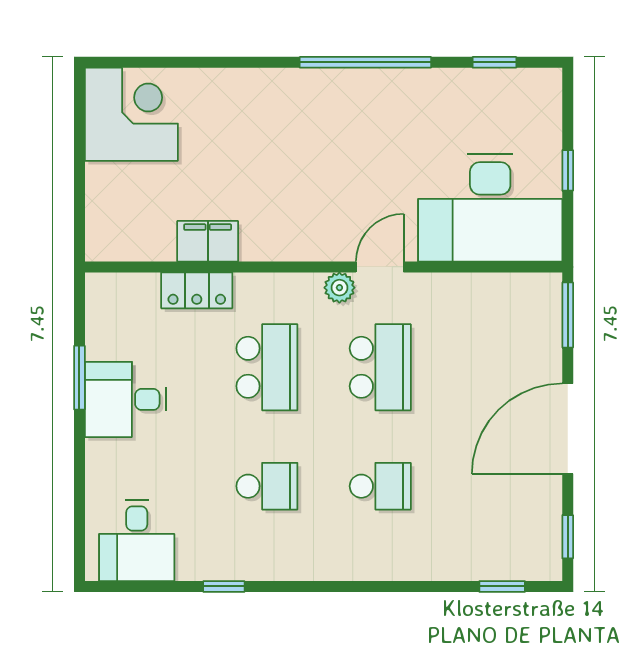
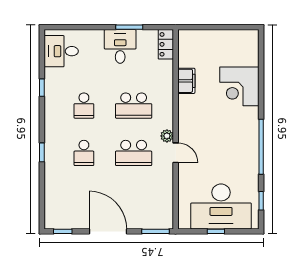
corner desk: (131, 114) -> (239, 86), moved, turned 90
desk: (490, 208) -> (221, 206), moved, turned -90
locker: (197, 290) -> (166, 44), moved
window: (502, 586) -> (42, 152), moved

